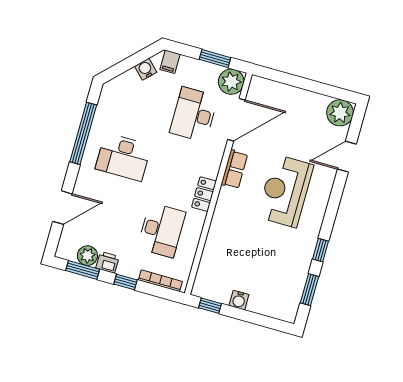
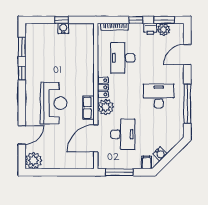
window: (215, 58) -> (119, 172), width x1.44
plant: (231, 82) -> (106, 107), moved
window: (210, 306) -> (62, 20), moved

